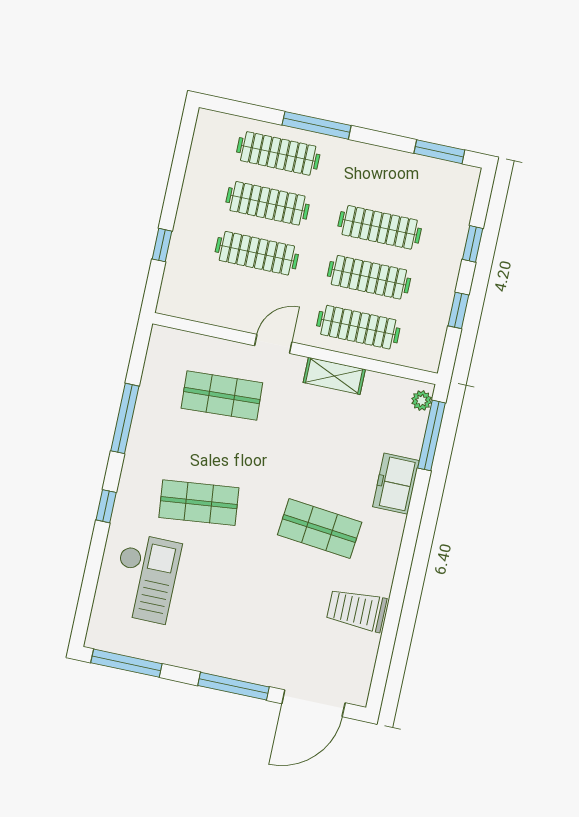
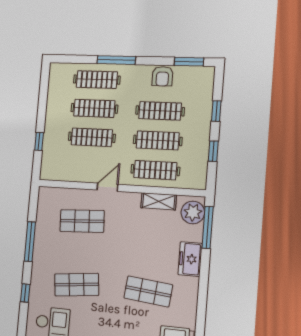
armchair: (392, 169) -> (162, 76), added
shelving: (334, 376) -> (159, 201), moved
plant: (422, 400) -> (193, 212), width x1.88, depth x1.88

